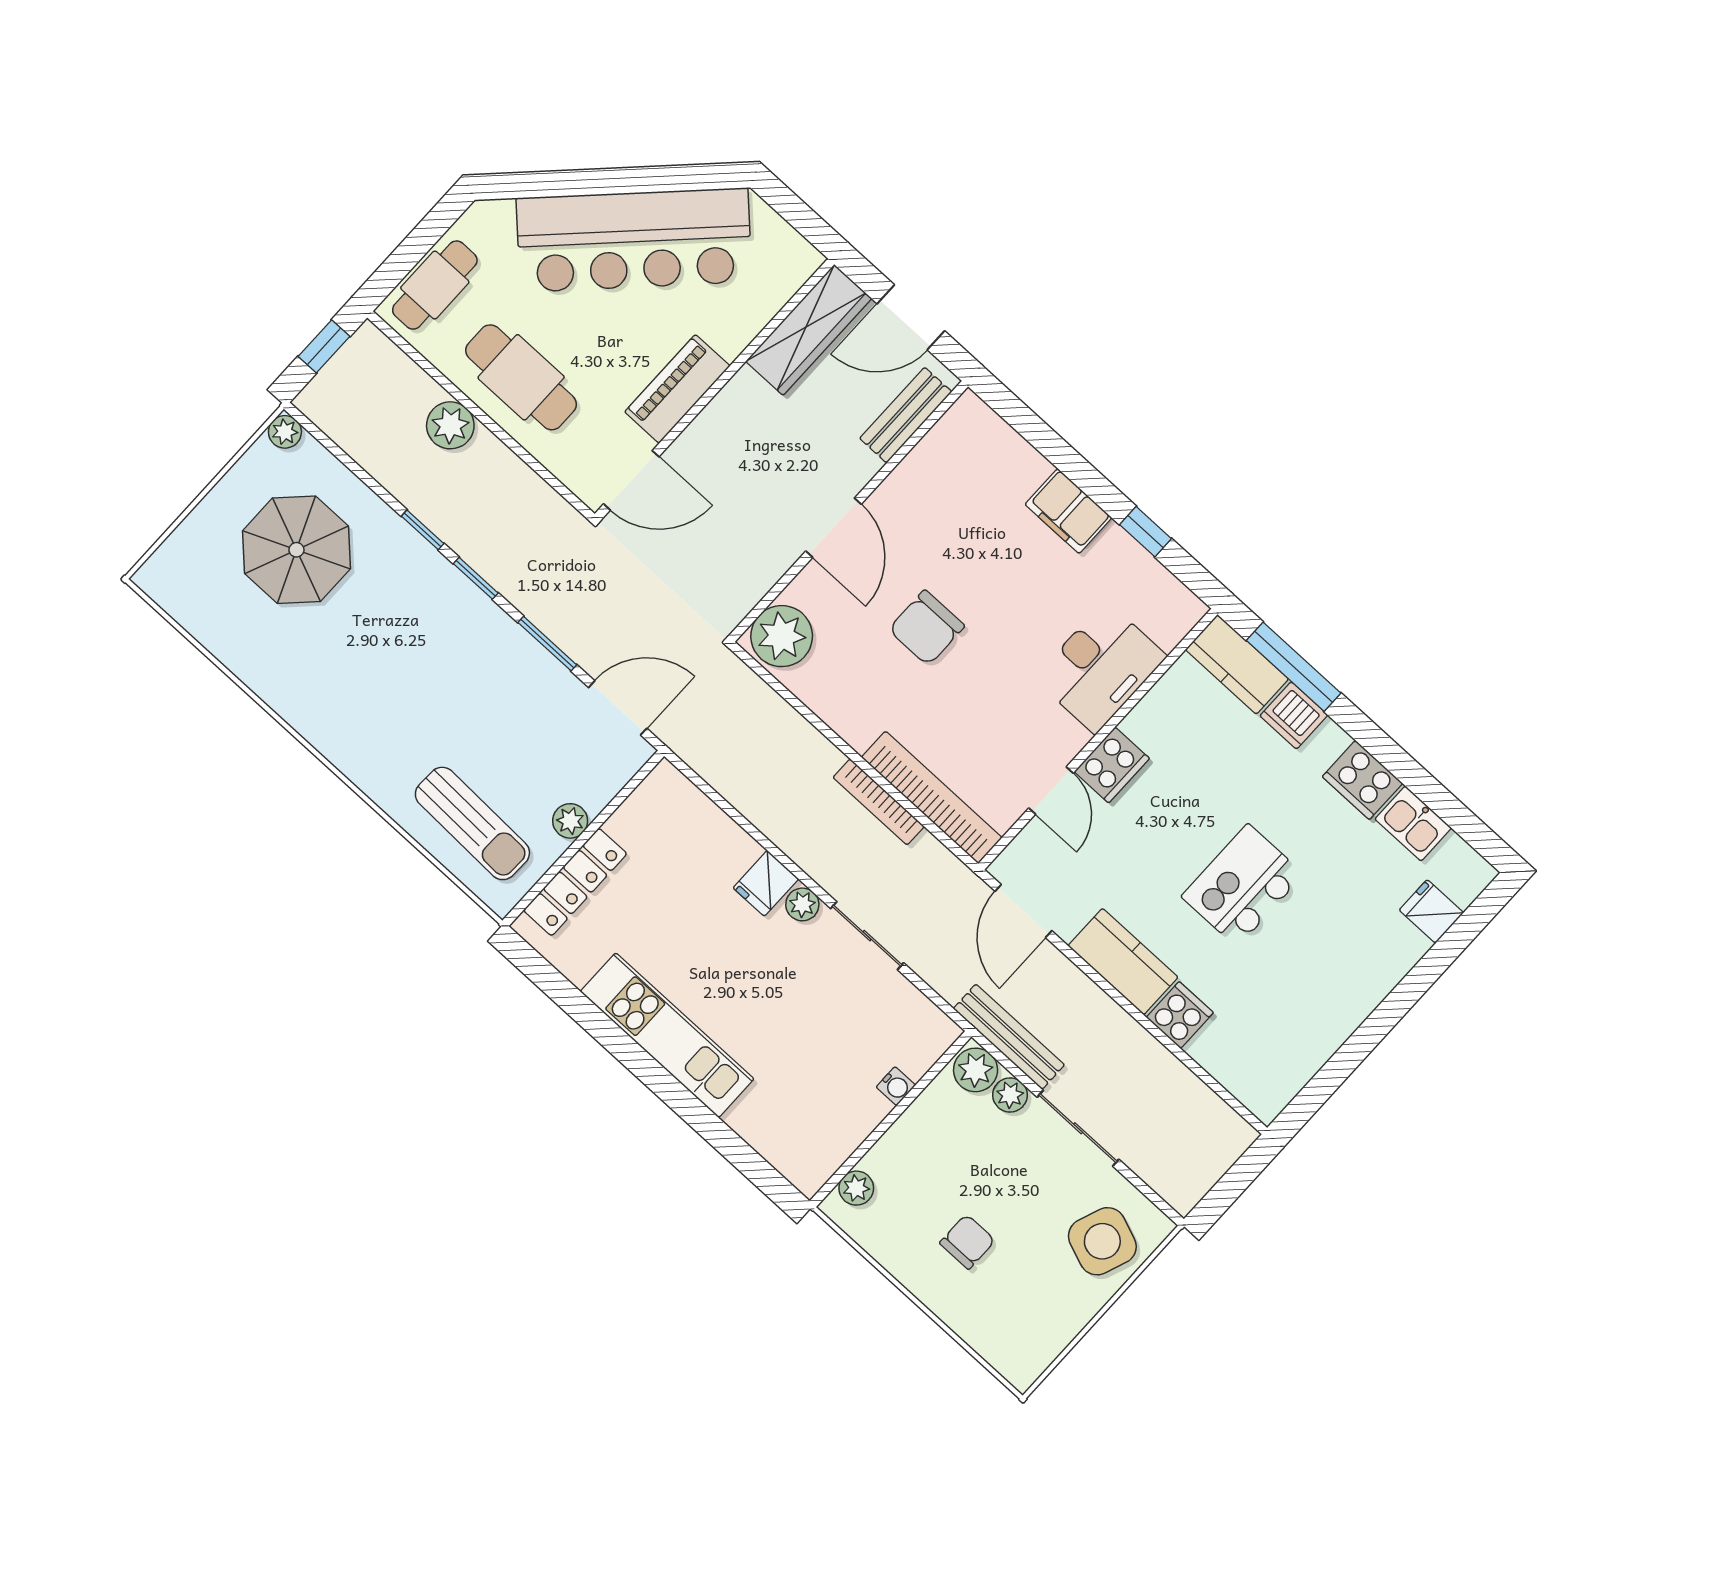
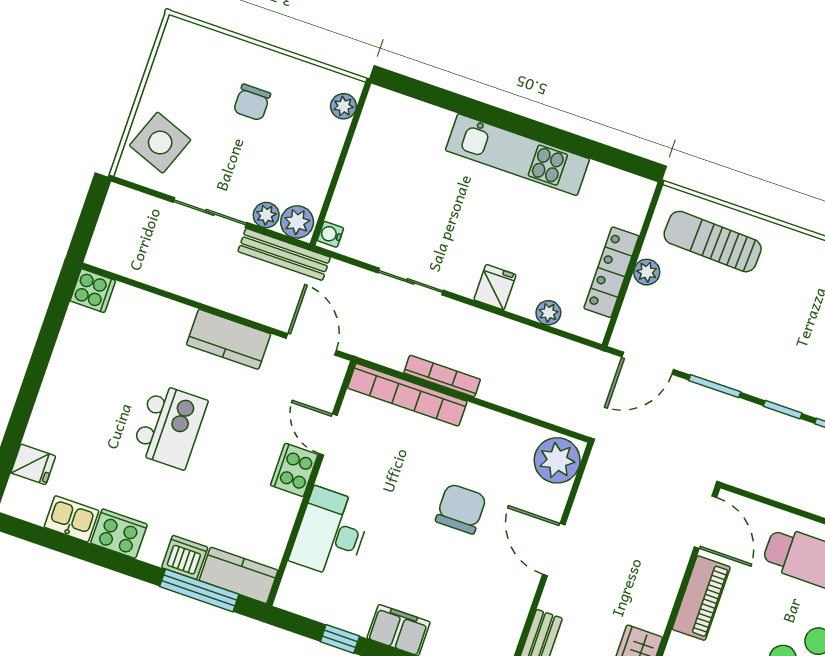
door: (631, 480) -> (706, 522), swing flipped
locker: (575, 882) -> (611, 272), moved
plant: (802, 904) -> (548, 313), moved
cooker: (1180, 1015) -> (93, 291), moved, turned -90
water cooler: (896, 1086) -> (330, 234), moved

